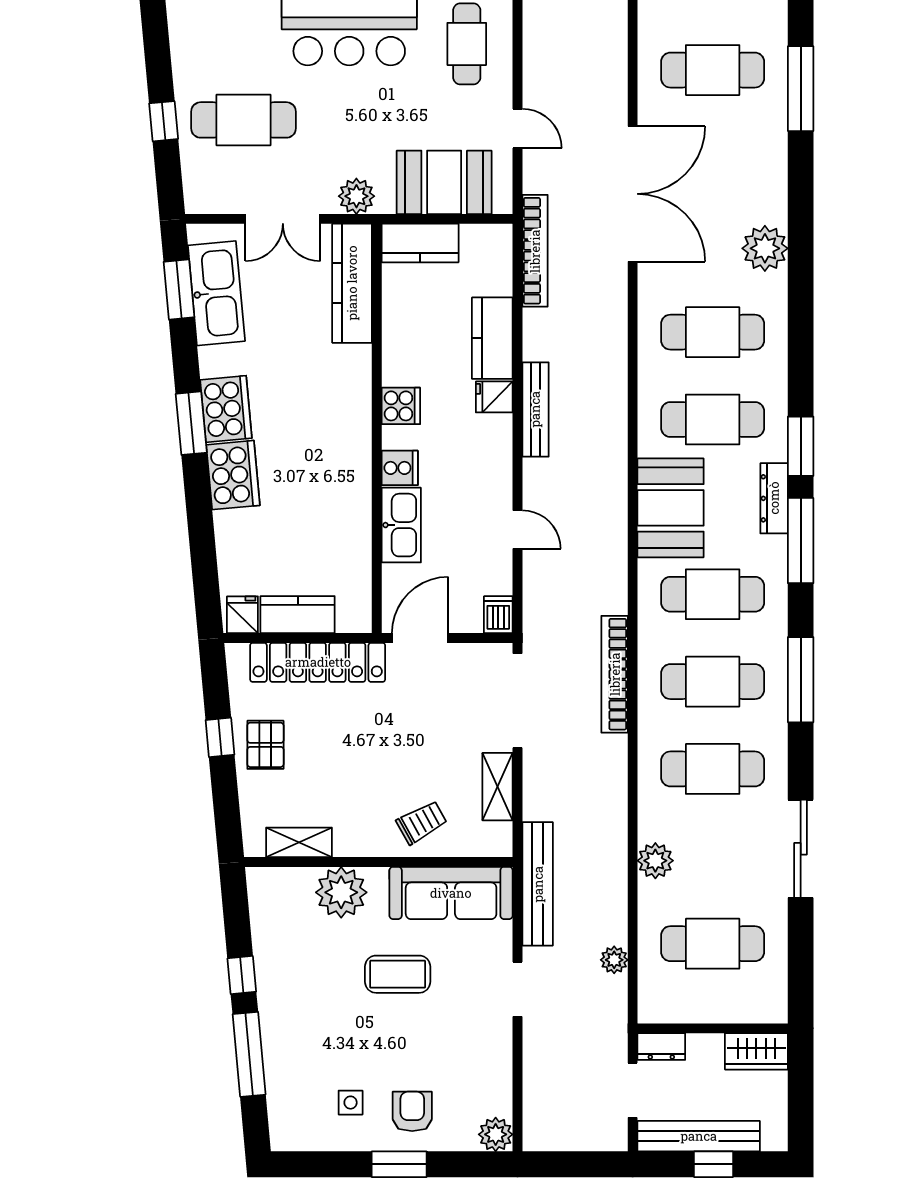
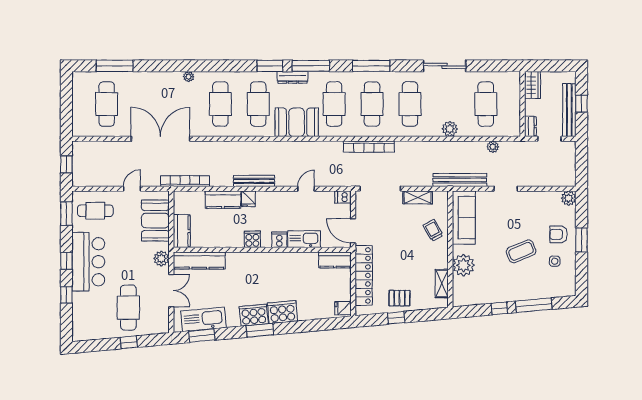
plant: (765, 248) -> (189, 77), width x0.53, depth x0.53
kitchen counter: (298, 615) -> (335, 260), moved, turned -90
coffee table: (398, 974) -> (521, 251), moved, turned 67

